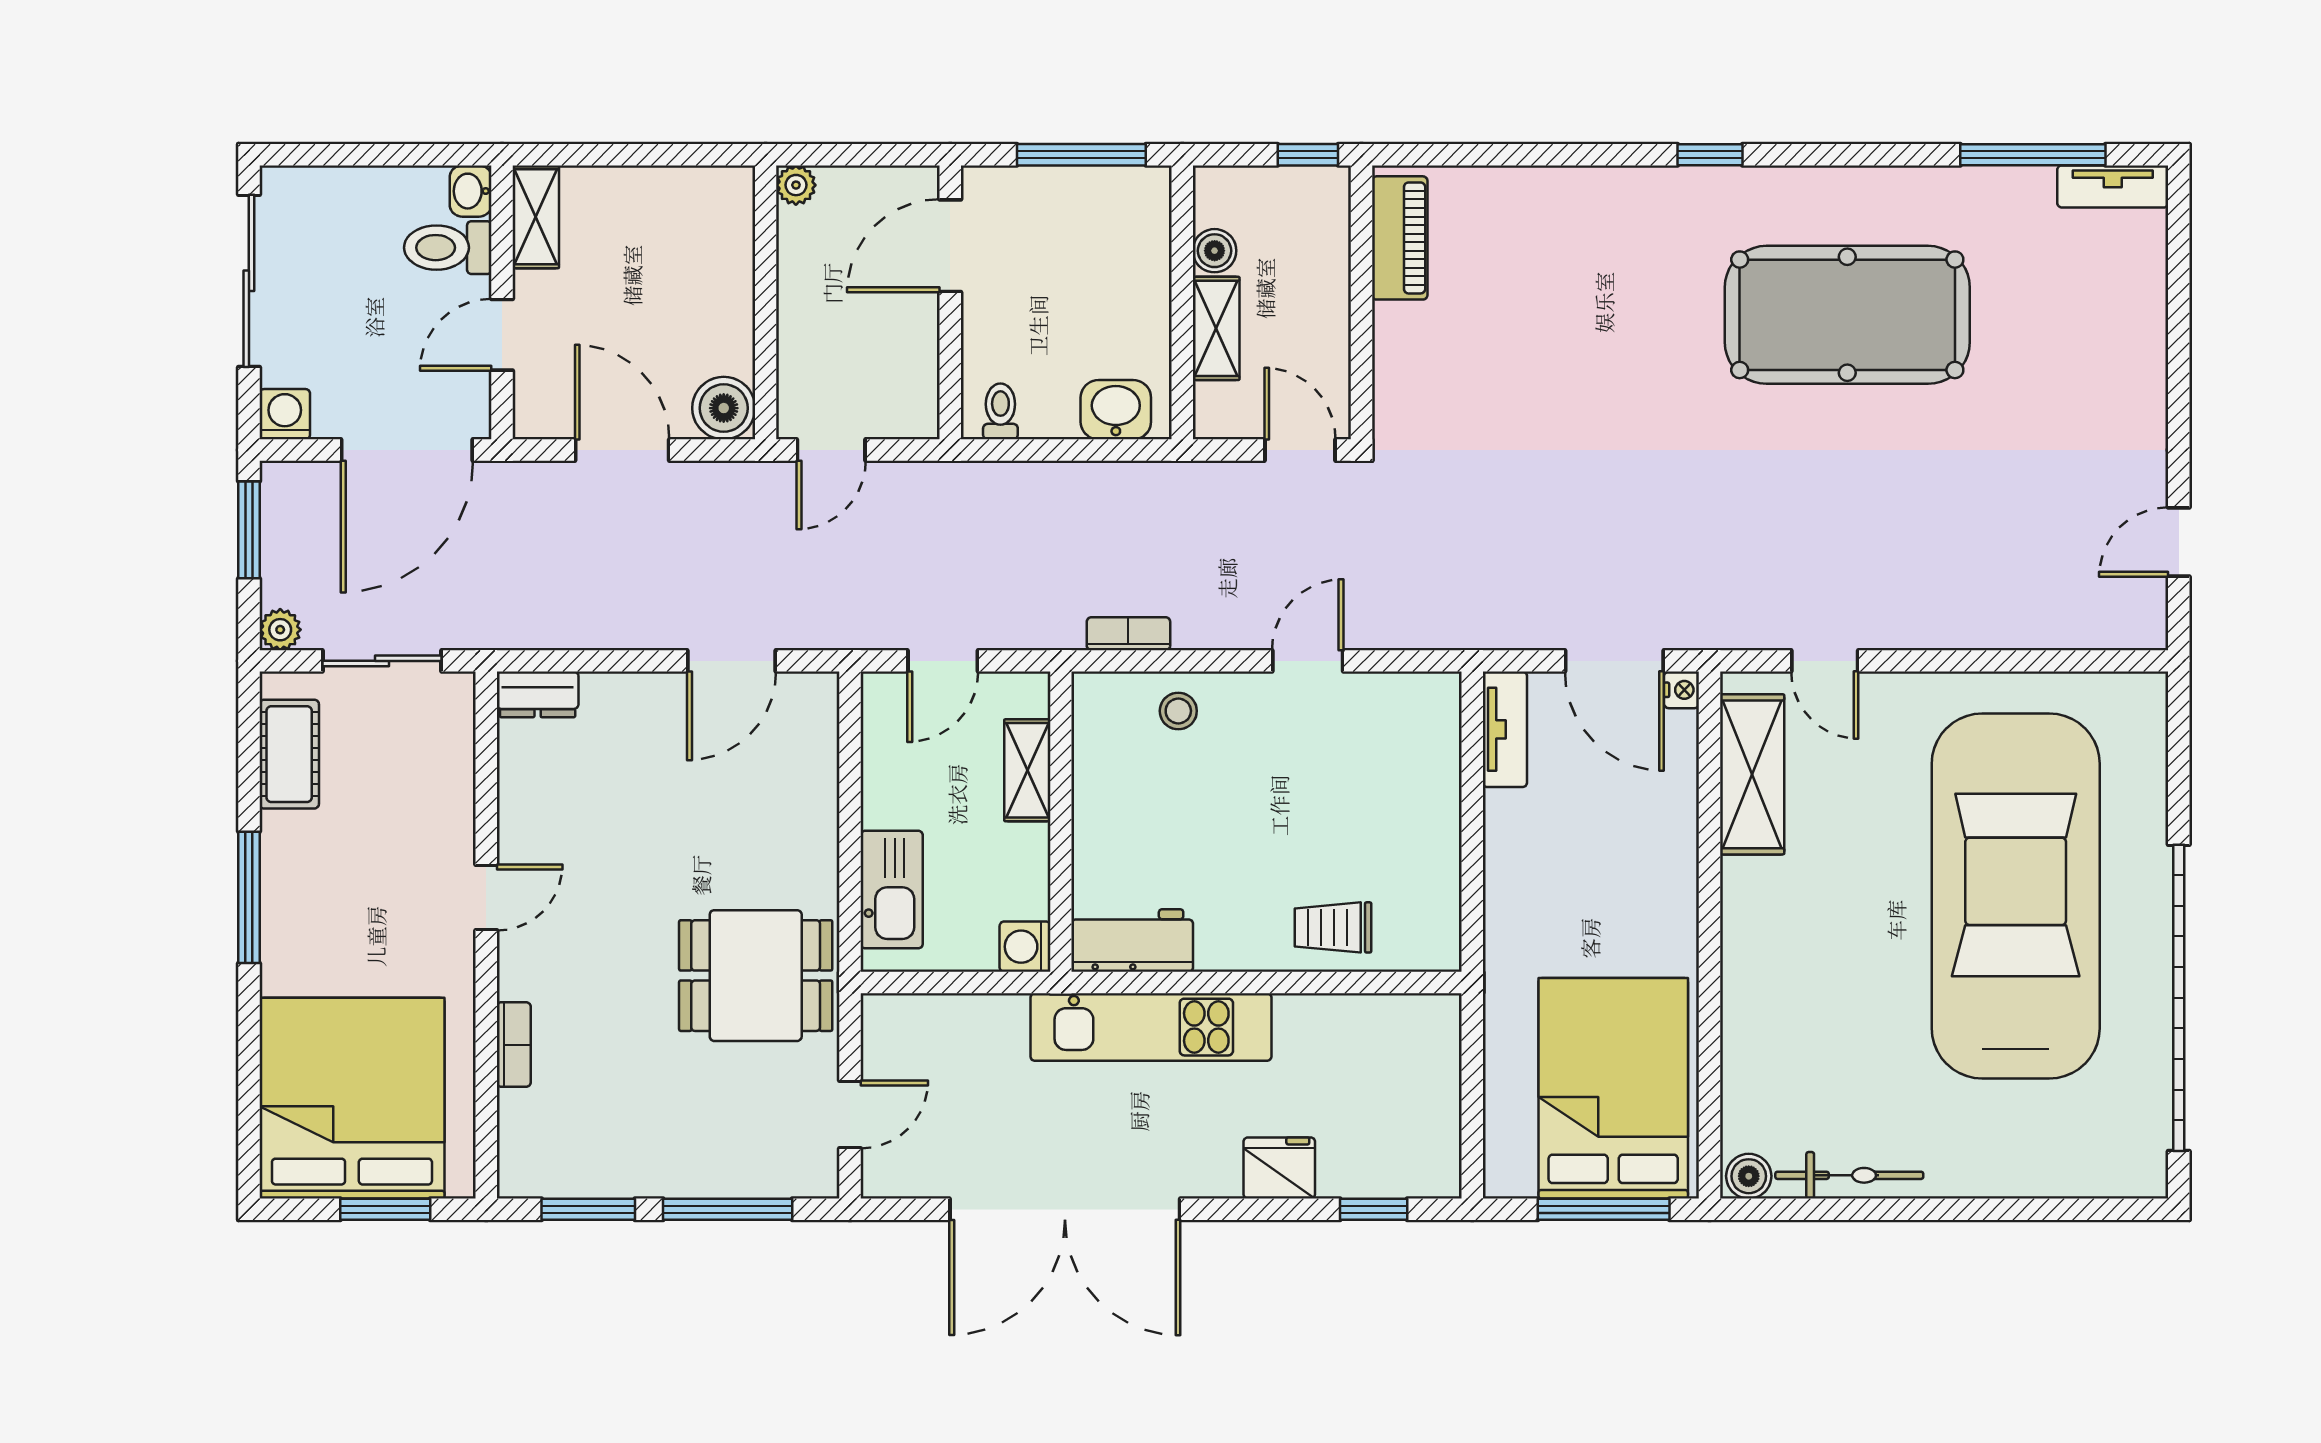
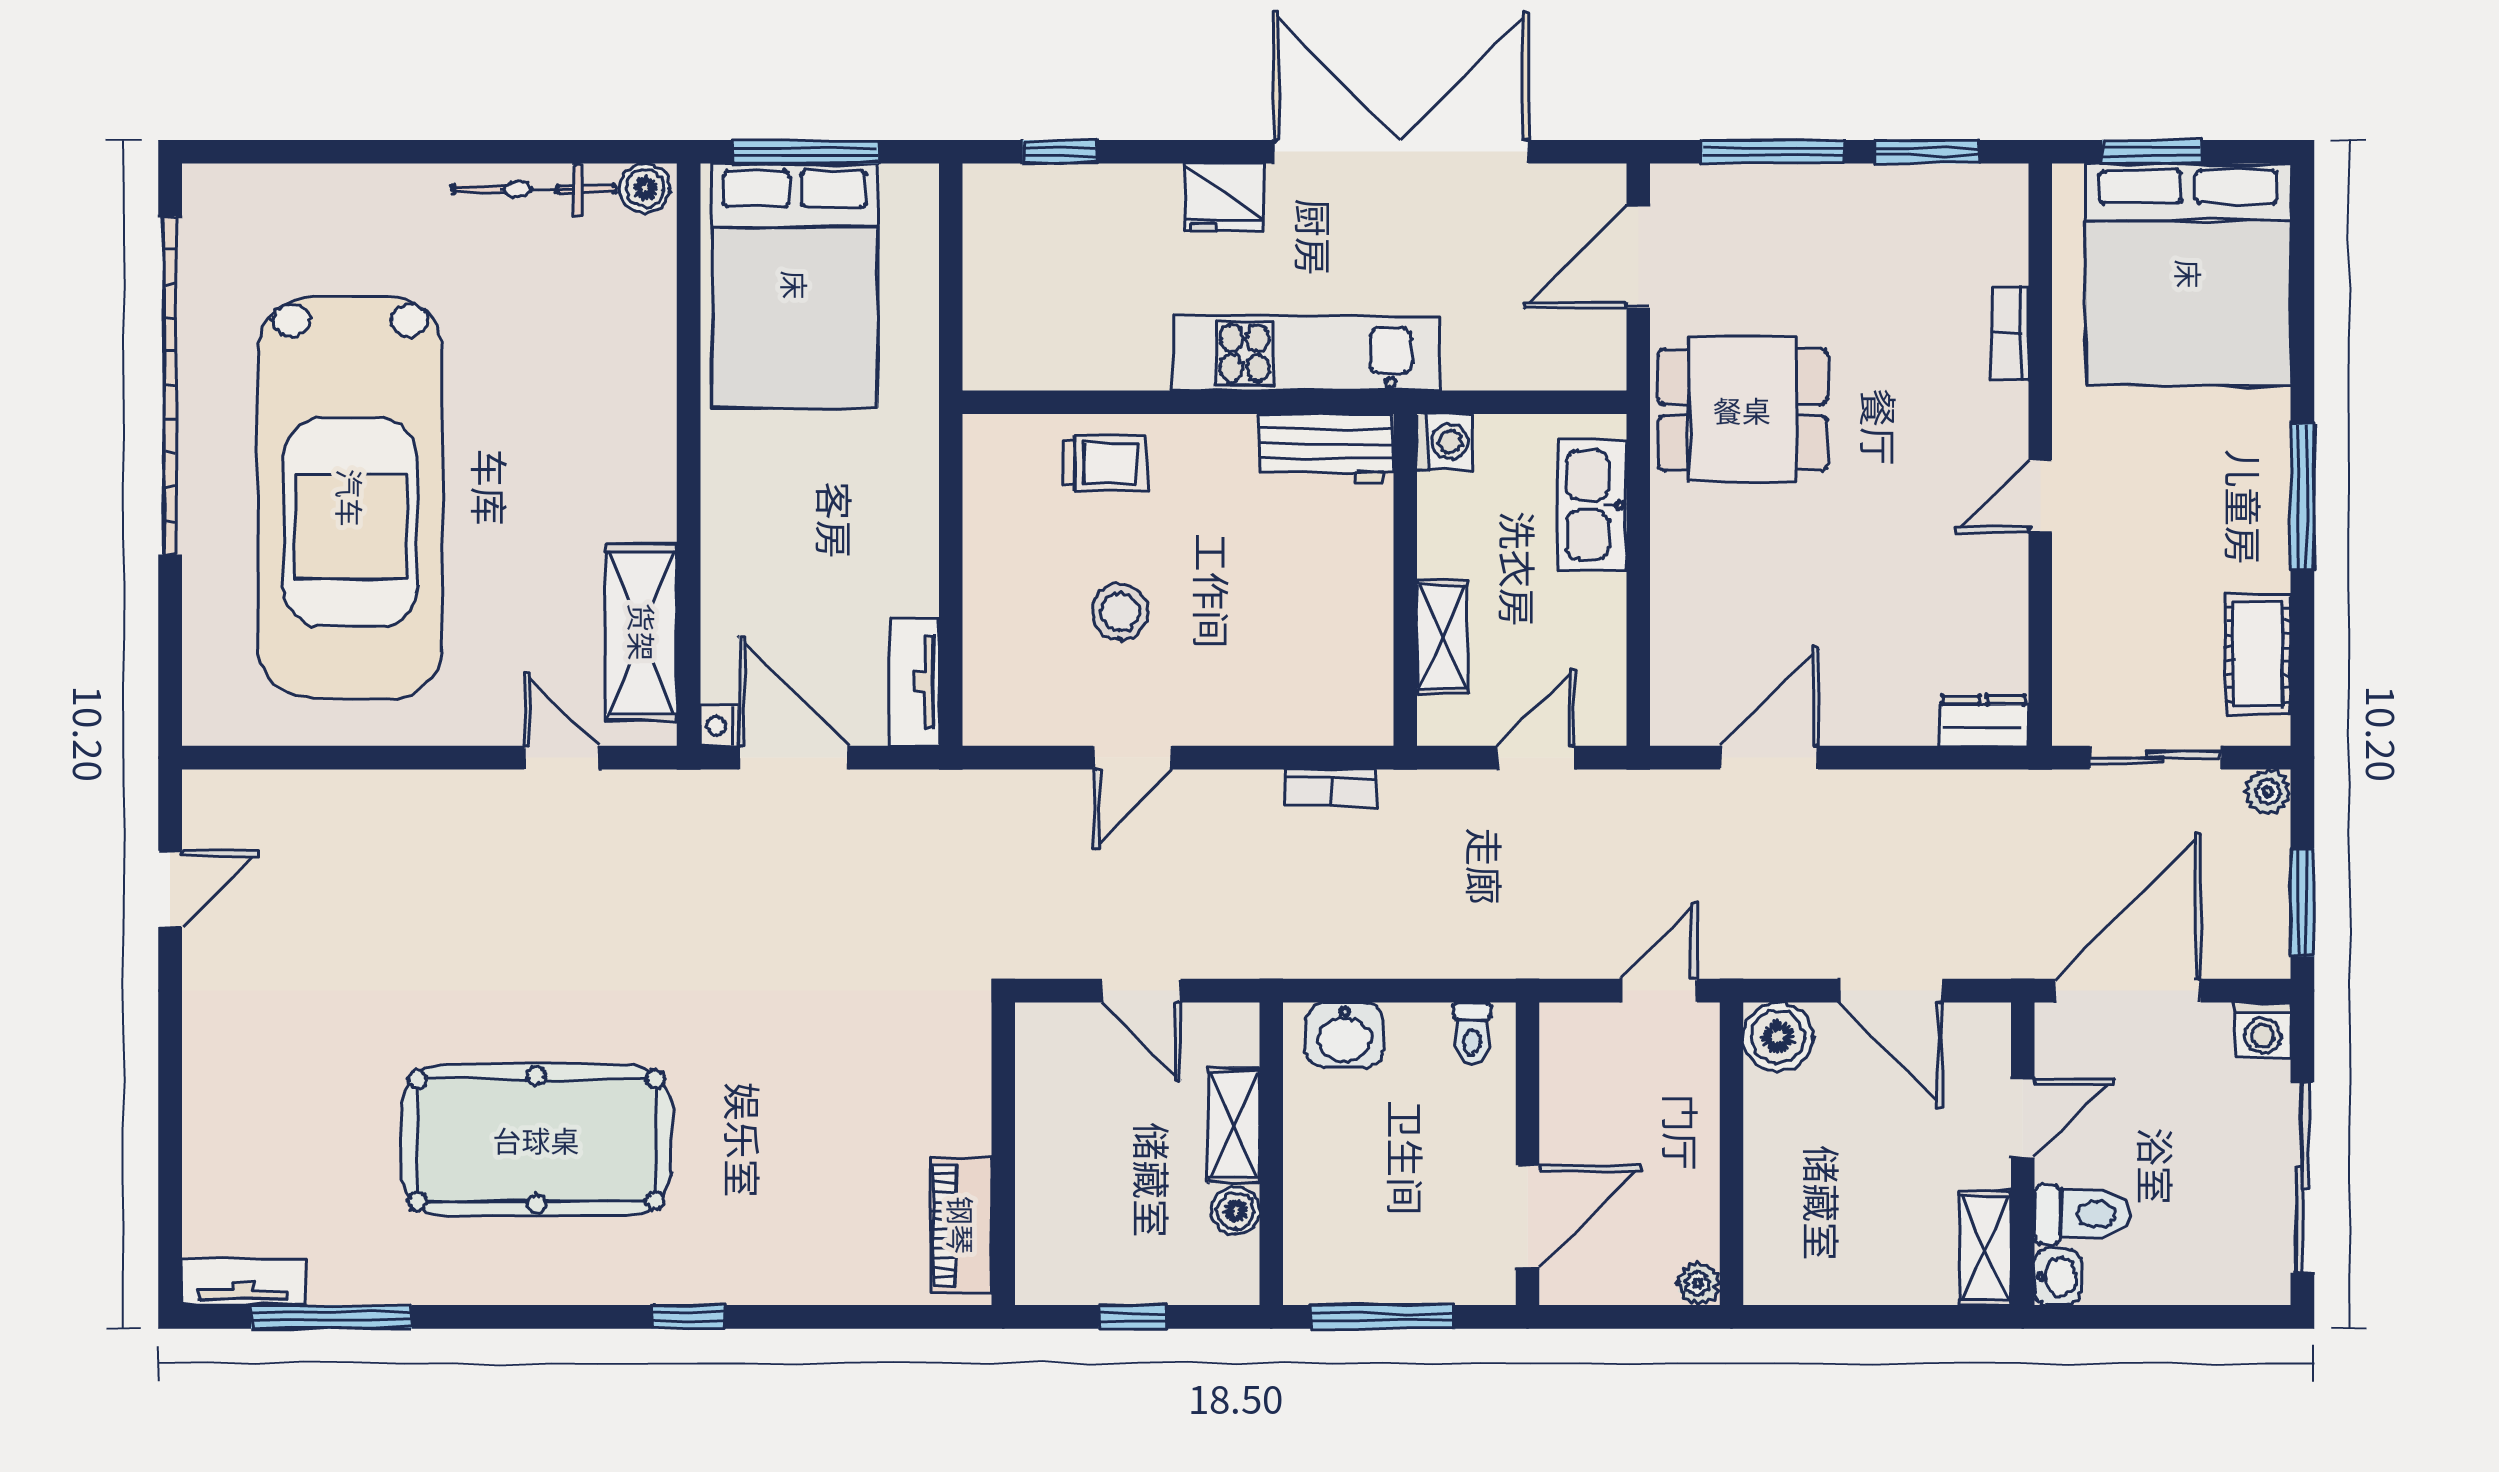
piano: (1400, 238) -> (961, 1225), moved
wall: (1361, 302) -> (1003, 1154), moved
stool: (1178, 711) -> (1120, 612), moved, width x1.37, depth x1.37
door: (850, 1114) -> (1638, 256), width x1.38
fridge: (1279, 1168) -> (1223, 197), moved

